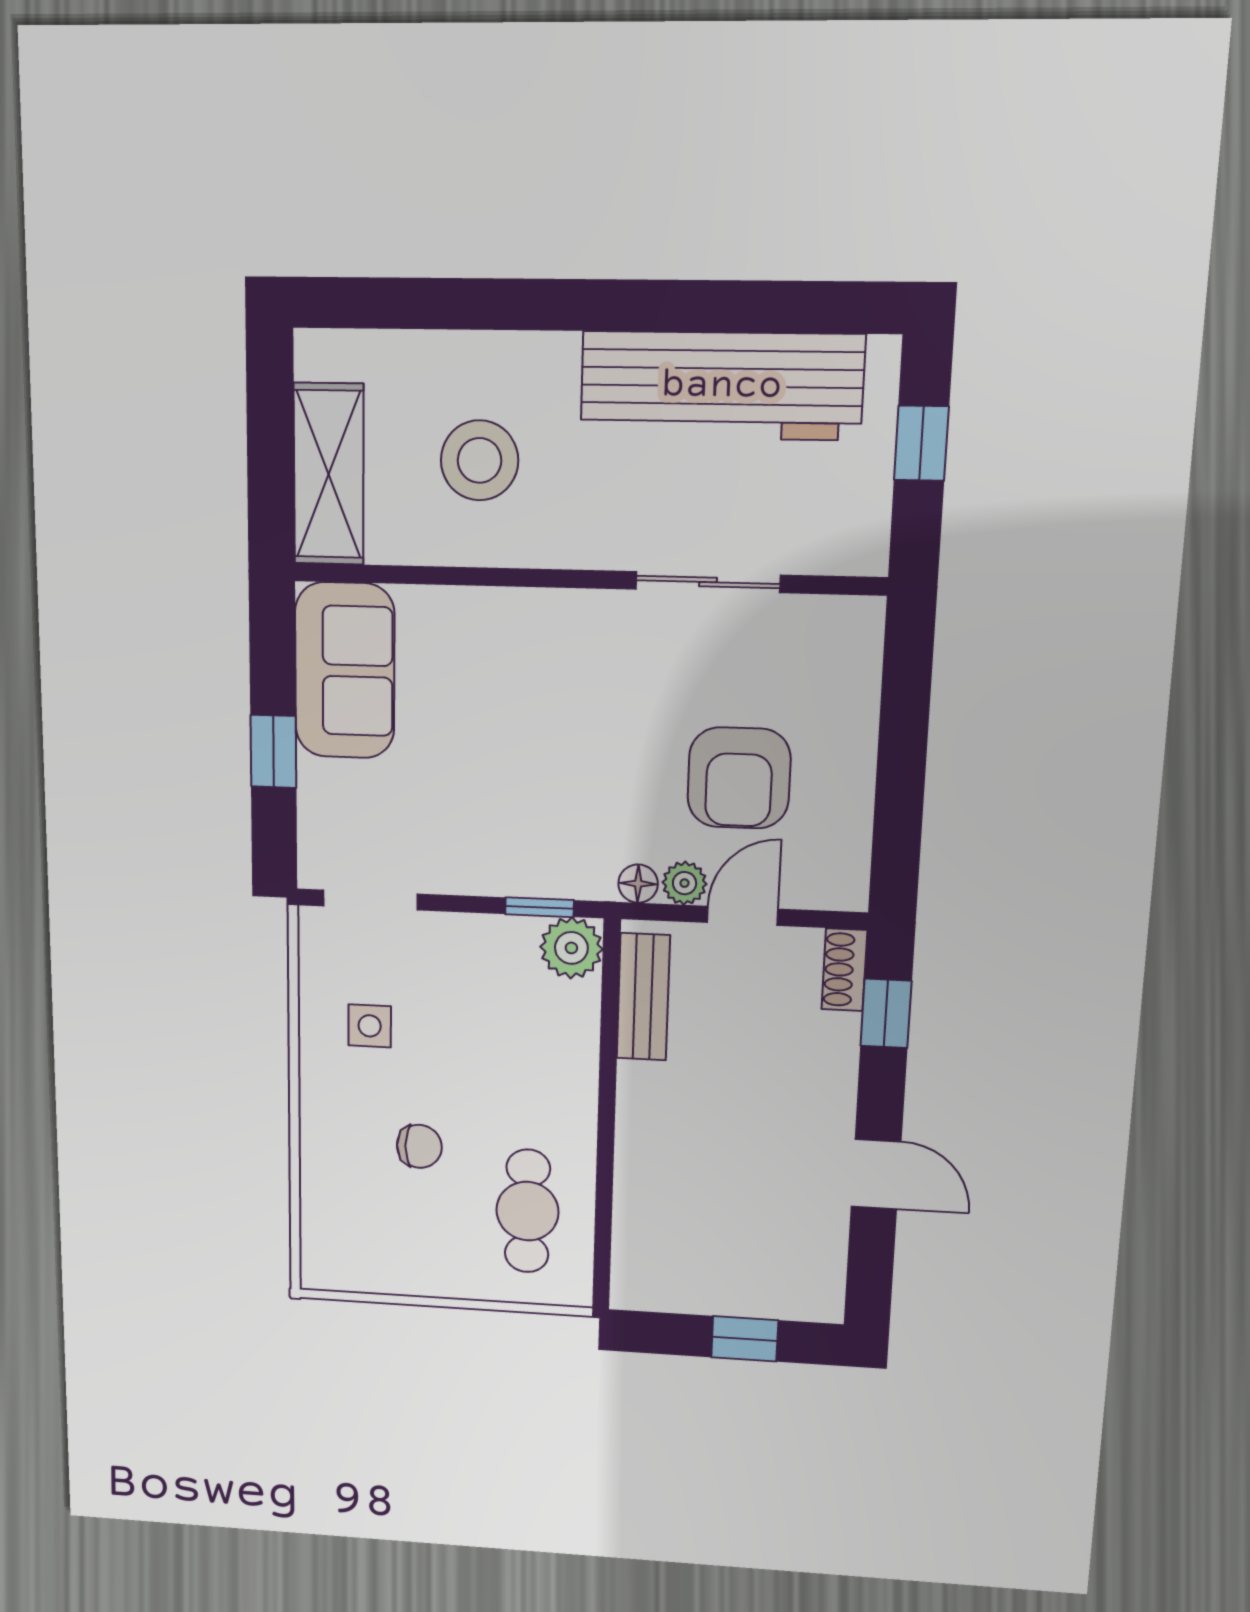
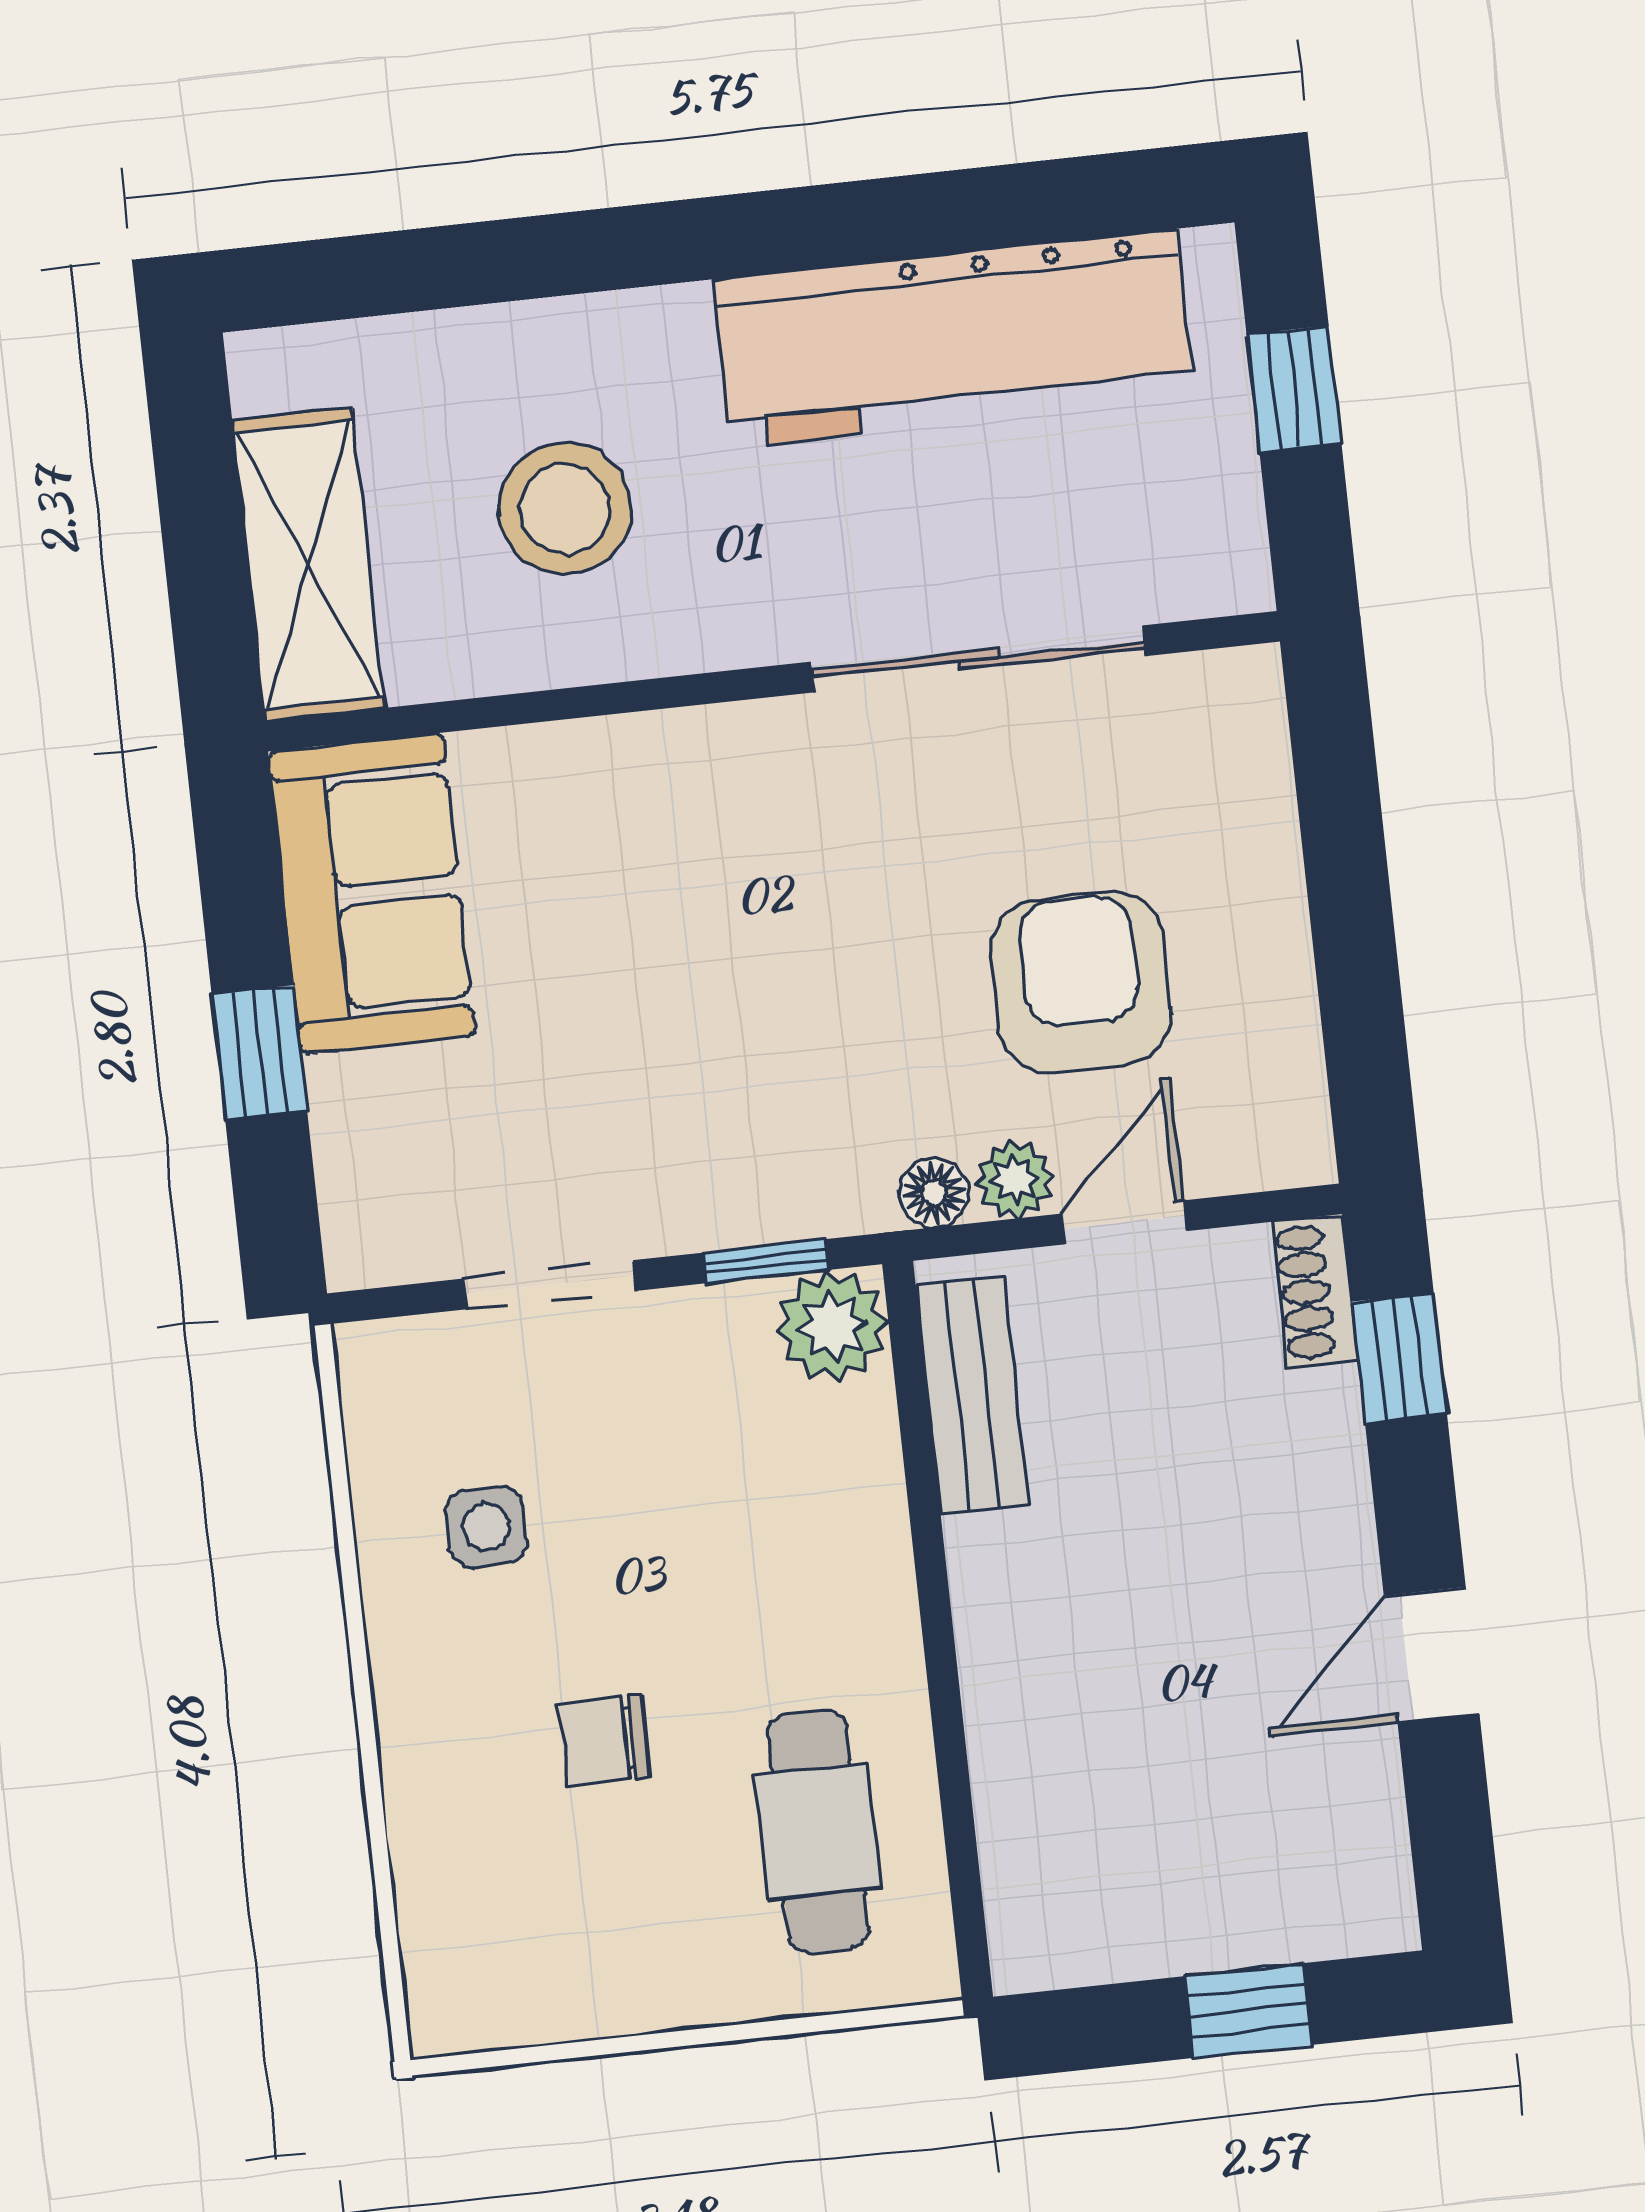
sliding door: (708, 582) -> (979, 659), width x1.37
armchair: (739, 778) -> (1081, 982), turned 180
doorway: (370, 900) -> (549, 1285), moved
chair: (419, 1146) -> (604, 1741), turned 180
door: (876, 1174) -> (1432, 1655), swing flipped

